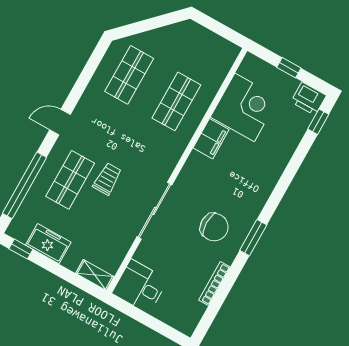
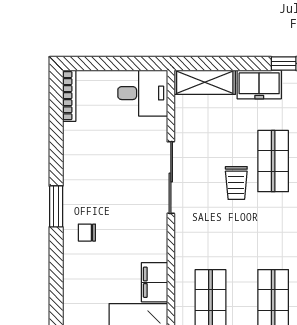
chair: (214, 227) -> (87, 233), moved, width x0.54, depth x0.54
shelving: (95, 275) -> (205, 82), width x1.50, depth x1.33
bookcase: (214, 284) -> (69, 96), moved

